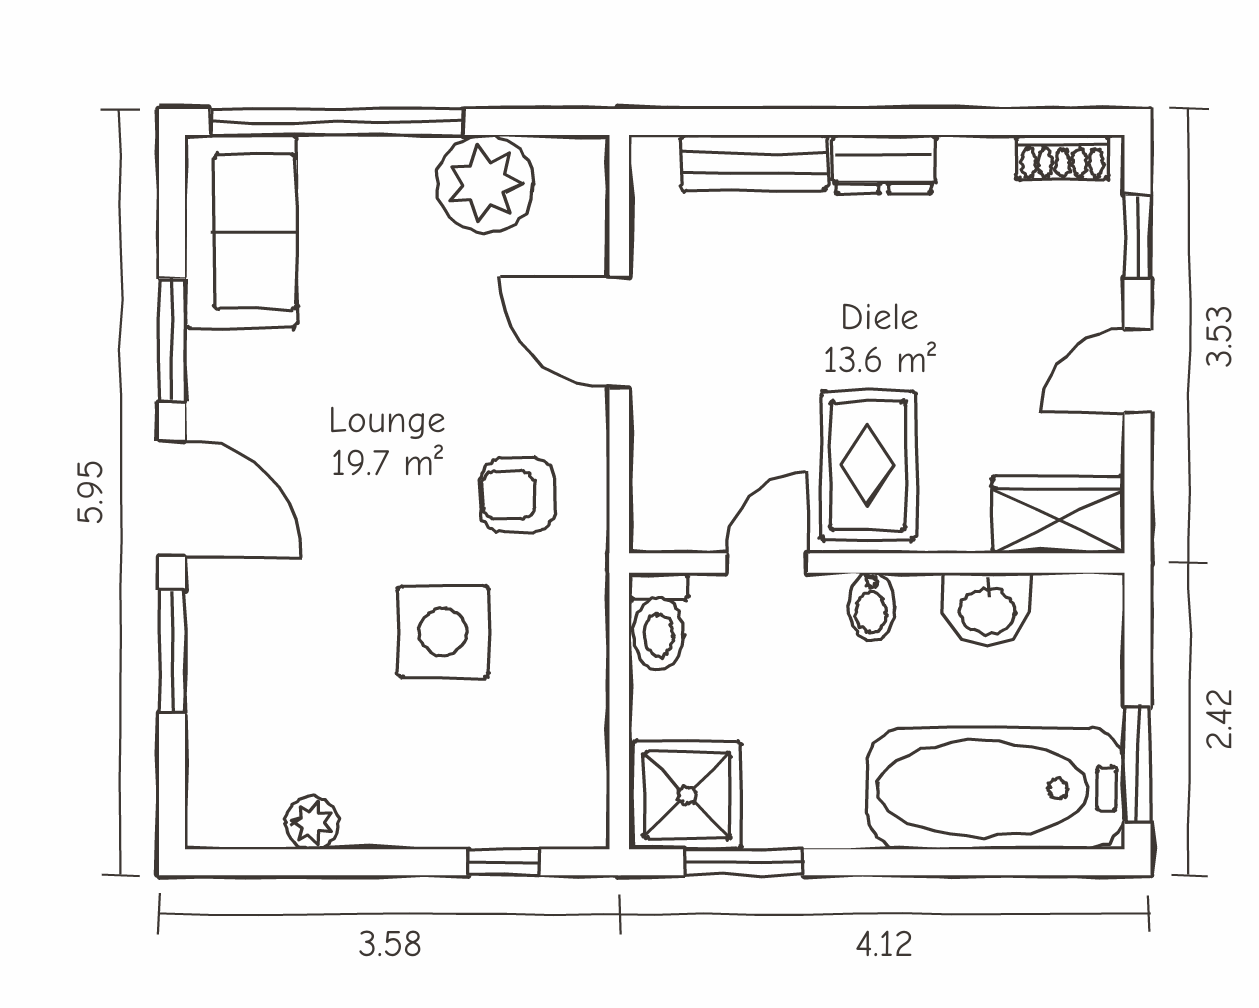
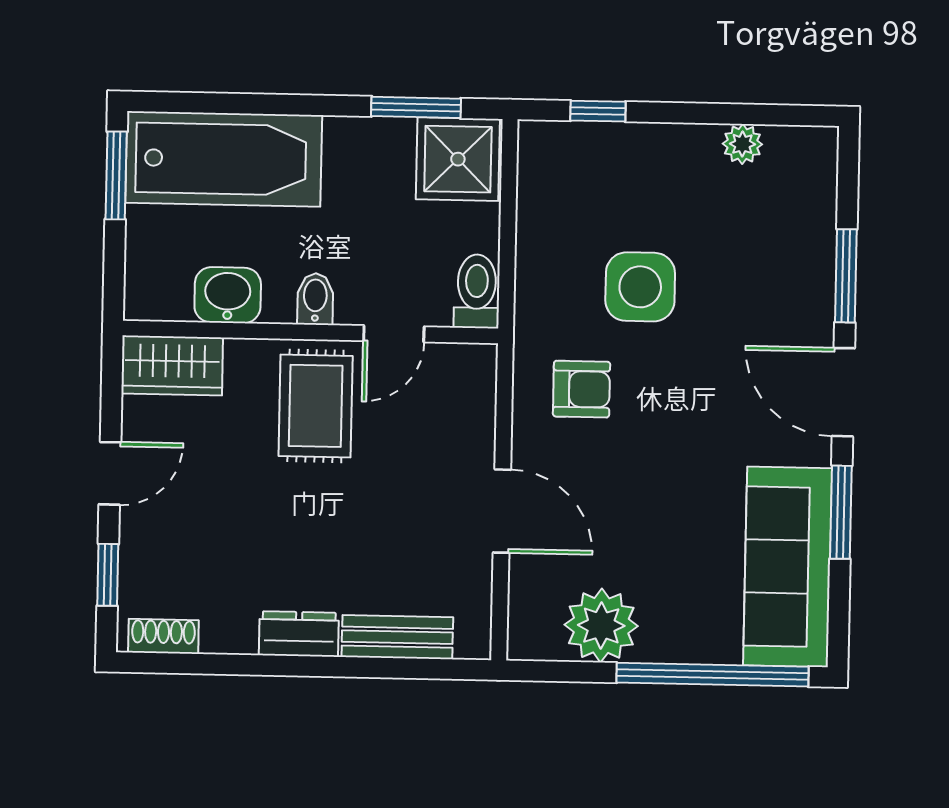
sofa: (241, 231) -> (788, 567), width x1.36

